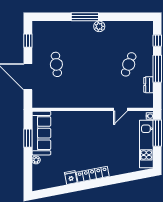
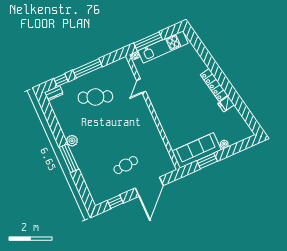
cafe table: (129, 64) -> (95, 97), width x1.37, depth x1.35
dresser: (148, 85) -> (54, 93), moved
door: (121, 109) -> (141, 86), swing flipped

